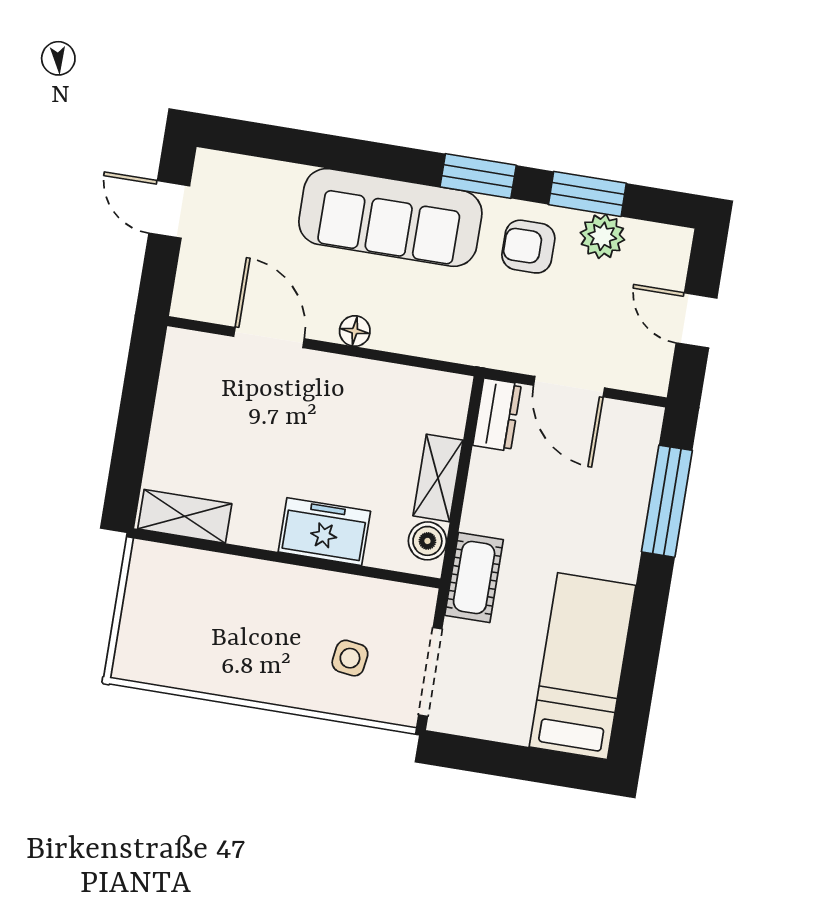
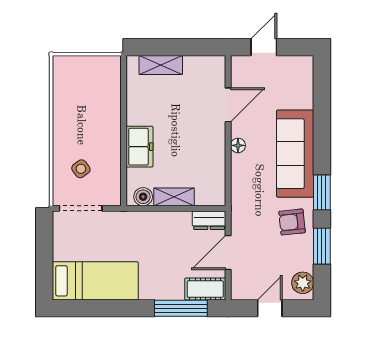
door: (169, 209) -> (264, 47), moved
plant: (602, 236) -> (303, 283), moved
armchair: (528, 247) -> (292, 222), turned -96
shelving: (185, 516) -> (161, 65), moved, turned 90
cot: (474, 577) -> (205, 289), moved
side table: (350, 658) -> (81, 169), turned 45

